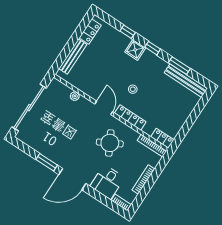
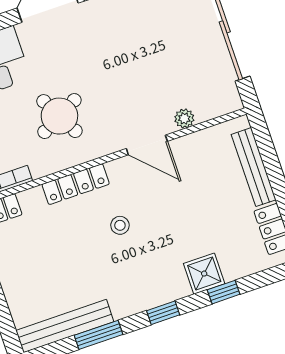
shower: (135, 50) -> (204, 274), moved
door: (104, 108) -> (147, 145), moved

